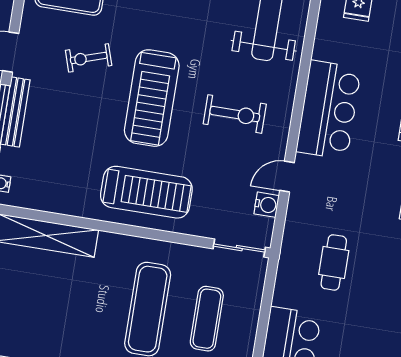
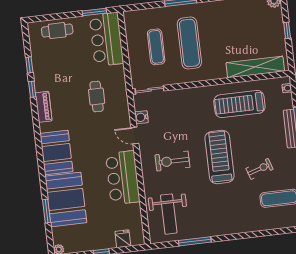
door: (287, 176) -> (135, 136), swing flipped
treadmill: (146, 192) -> (239, 104), moved

